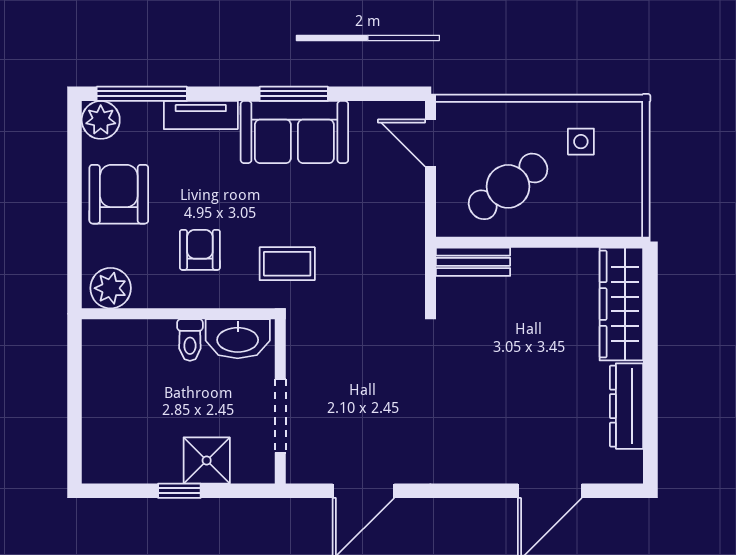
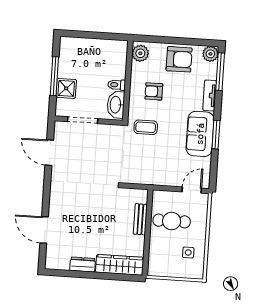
cafe table: (508, 186) -> (172, 221), turned -54
armchair: (200, 250) -> (154, 91), turned 180
bench: (473, 262) -> (140, 219), moved
coffee table: (287, 264) -> (146, 127), turned 90
dresser: (626, 406) -> (83, 265), width x0.70
window: (179, 491) -> (54, 76), width x2.17

